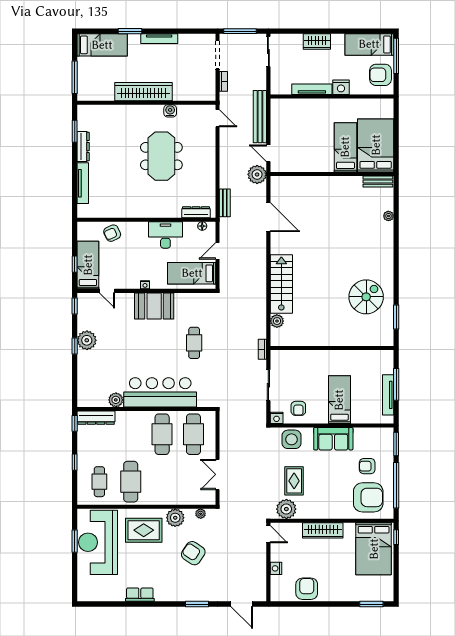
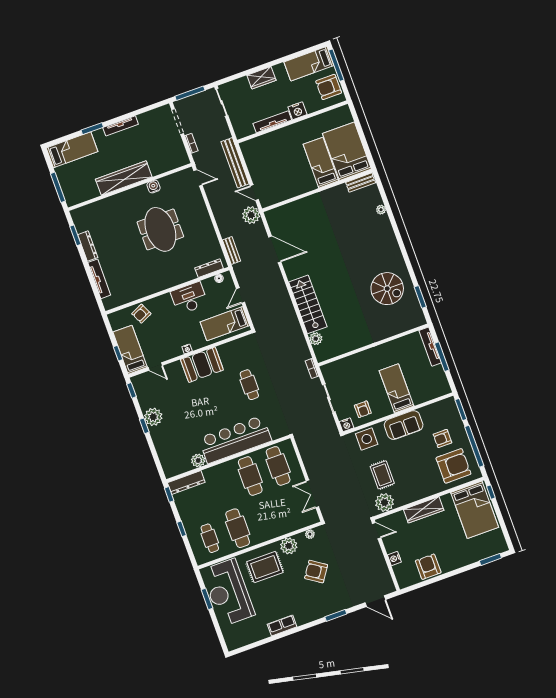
spiral stairs: (366, 297) -> (387, 289), turned 90
tv unit: (388, 395) -> (430, 347), moved

